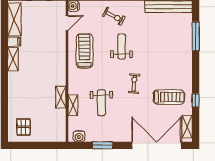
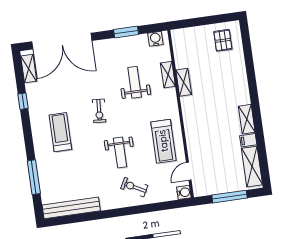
treadmill: (169, 97) -> (60, 132), moved, turned 90

